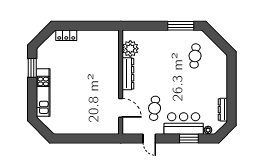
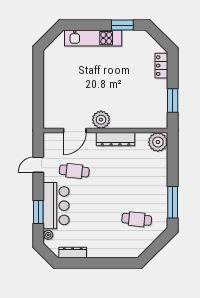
window: (95, 26) -> (173, 100), added
plant: (130, 49) -> (158, 142), moved
plant: (112, 86) -> (101, 120), added

